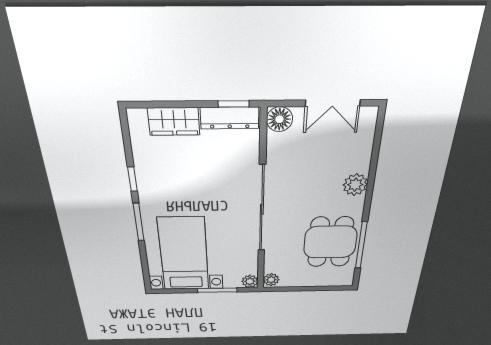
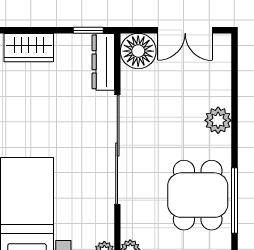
dresser: (230, 118) -> (103, 62), moved, turned 90
floor lamp: (279, 119) -> (138, 51), width x1.38, depth x1.38

